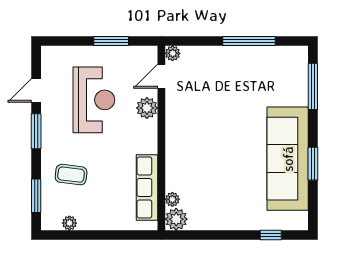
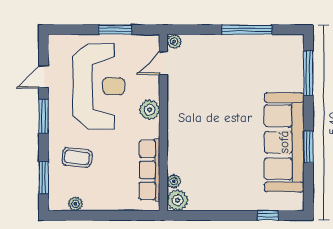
reception desk: (94, 100) -> (99, 86), width x1.36, depth x1.30
plant: (147, 108) -> (150, 110), moved

